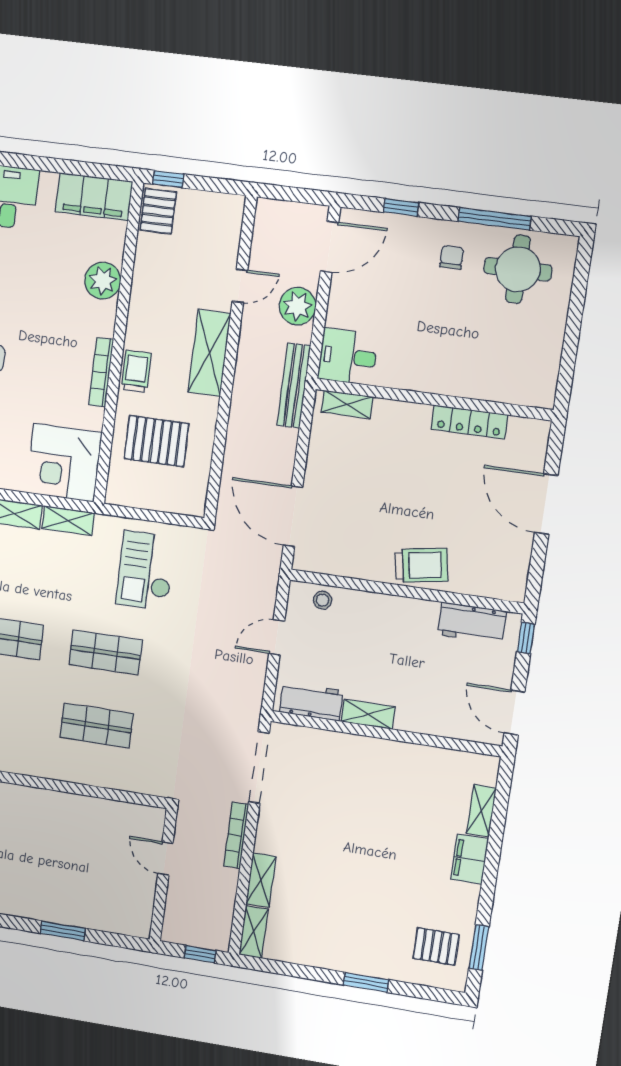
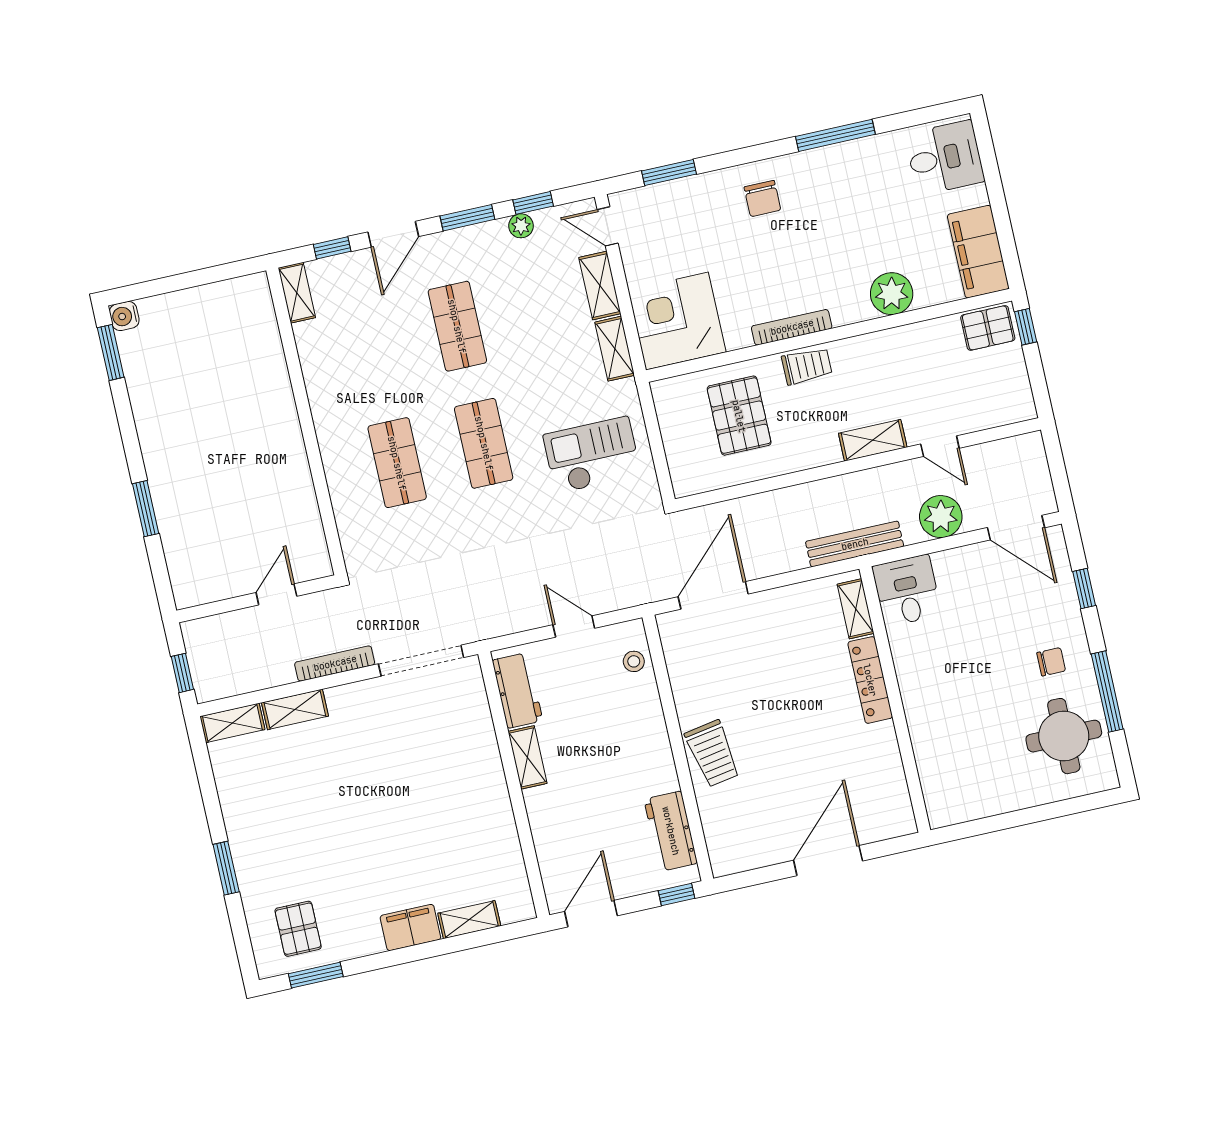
shelving: (209, 353) -> (873, 440), width x0.67, depth x0.75
locker: (469, 422) -> (870, 680), moved

